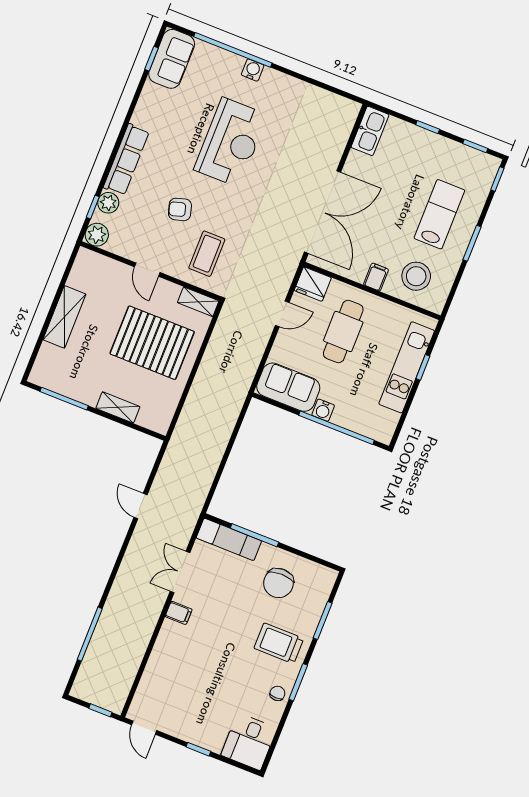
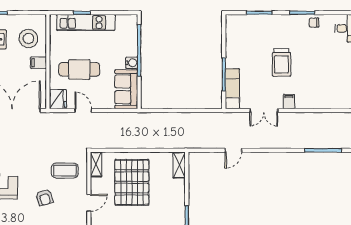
shelving: (118, 407) -> (179, 165), moved
chair: (278, 583) -> (247, 48), removed
trolley: (279, 643) -> (282, 62), moved

